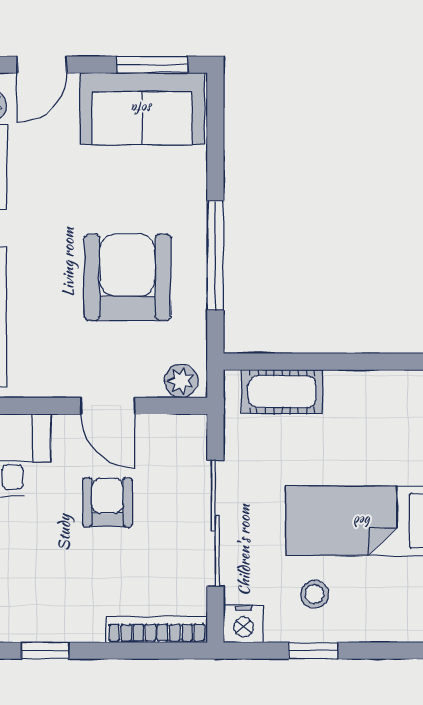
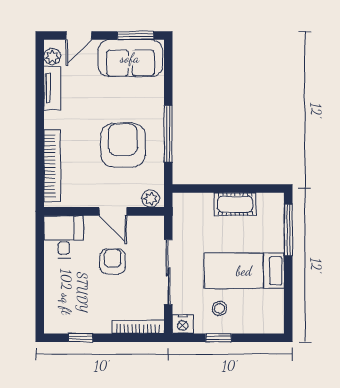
cot: (282, 392) -> (235, 204), moved

